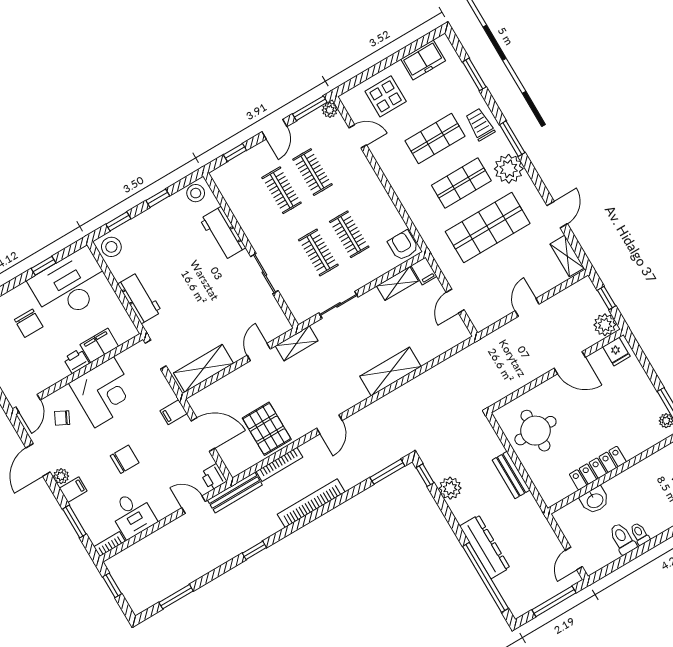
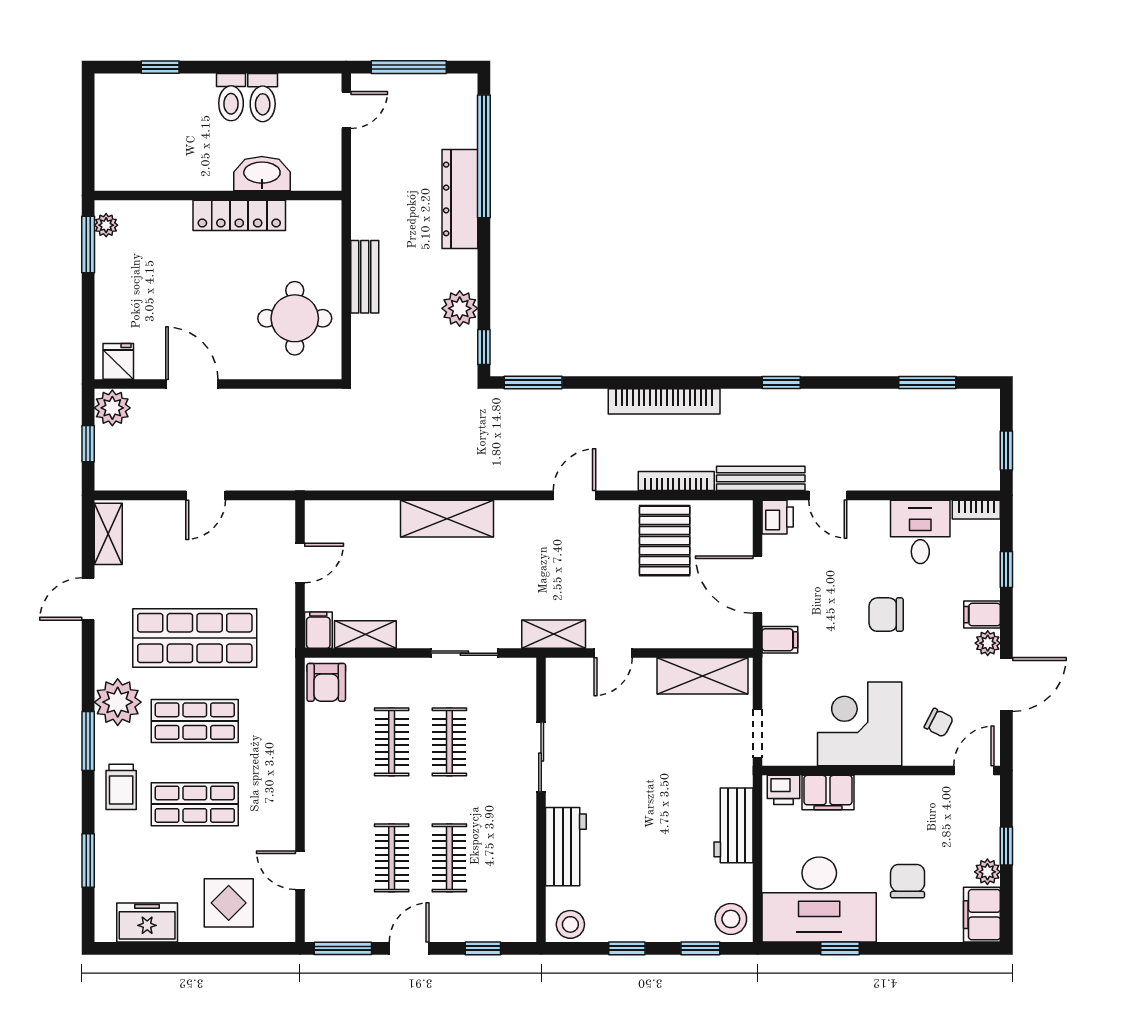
plant: (330, 110) -> (317, 930), removed
printer: (76, 361) -> (783, 790), moved
washbasin: (595, 500) -> (262, 174), width x1.38
window: (74, 522) -> (1006, 570), width x0.67
toilet: (640, 534) -> (231, 97), width x1.37, depth x1.39

